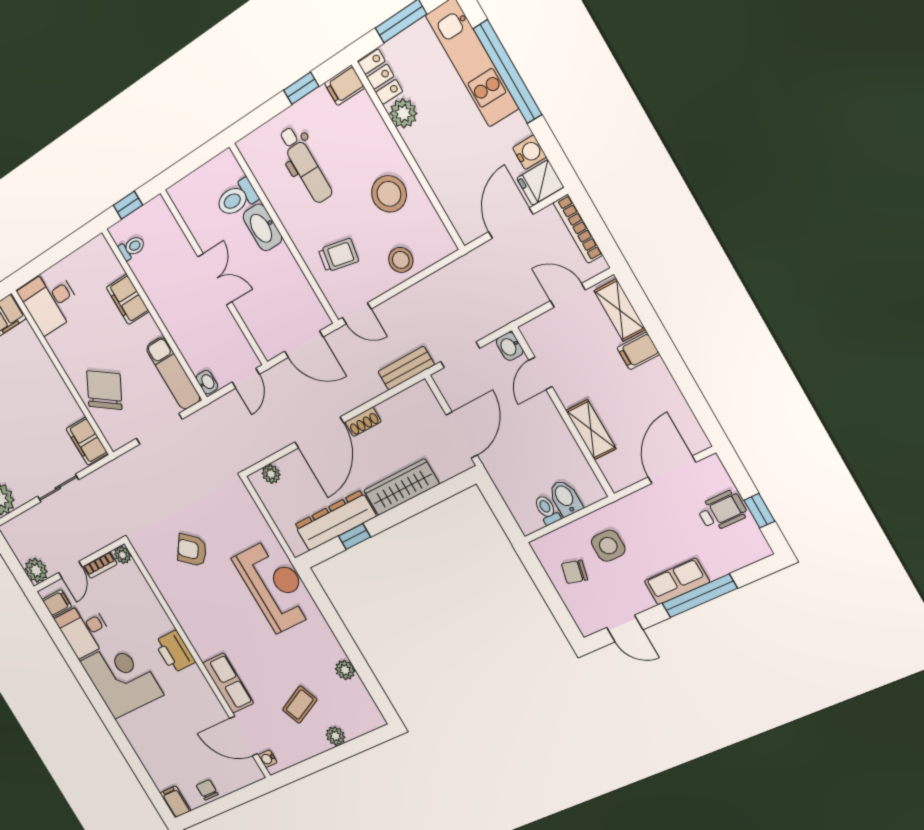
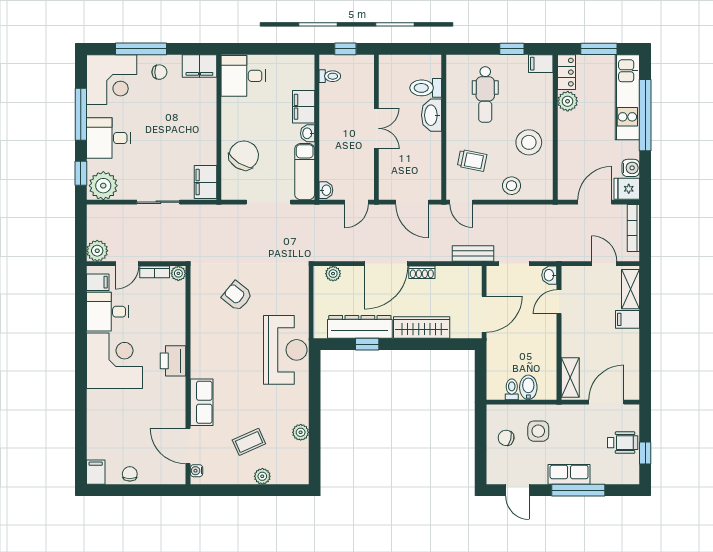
washbasin: (150, 328) -> (308, 133), added
shelving: (591, 430) -> (570, 377), moved

